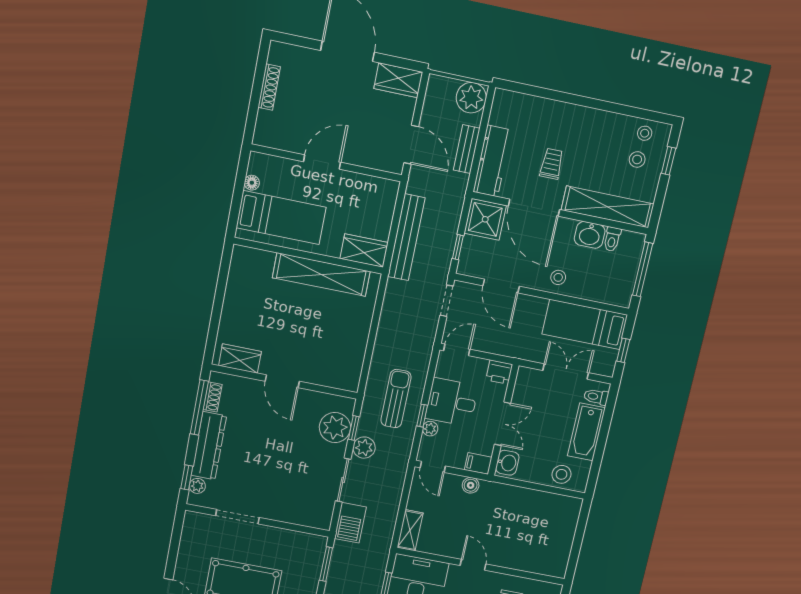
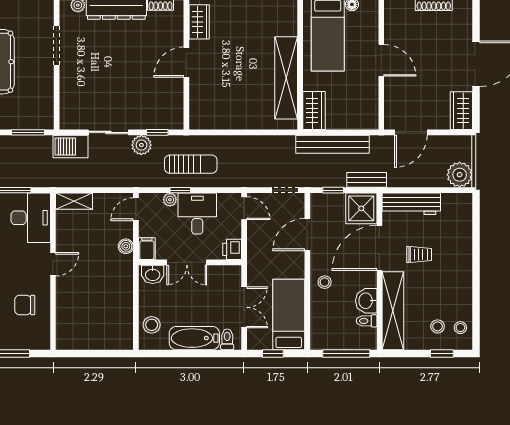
bench: (467, 149) -> (367, 180), moved
plant: (335, 428) -> (154, 116), removed

